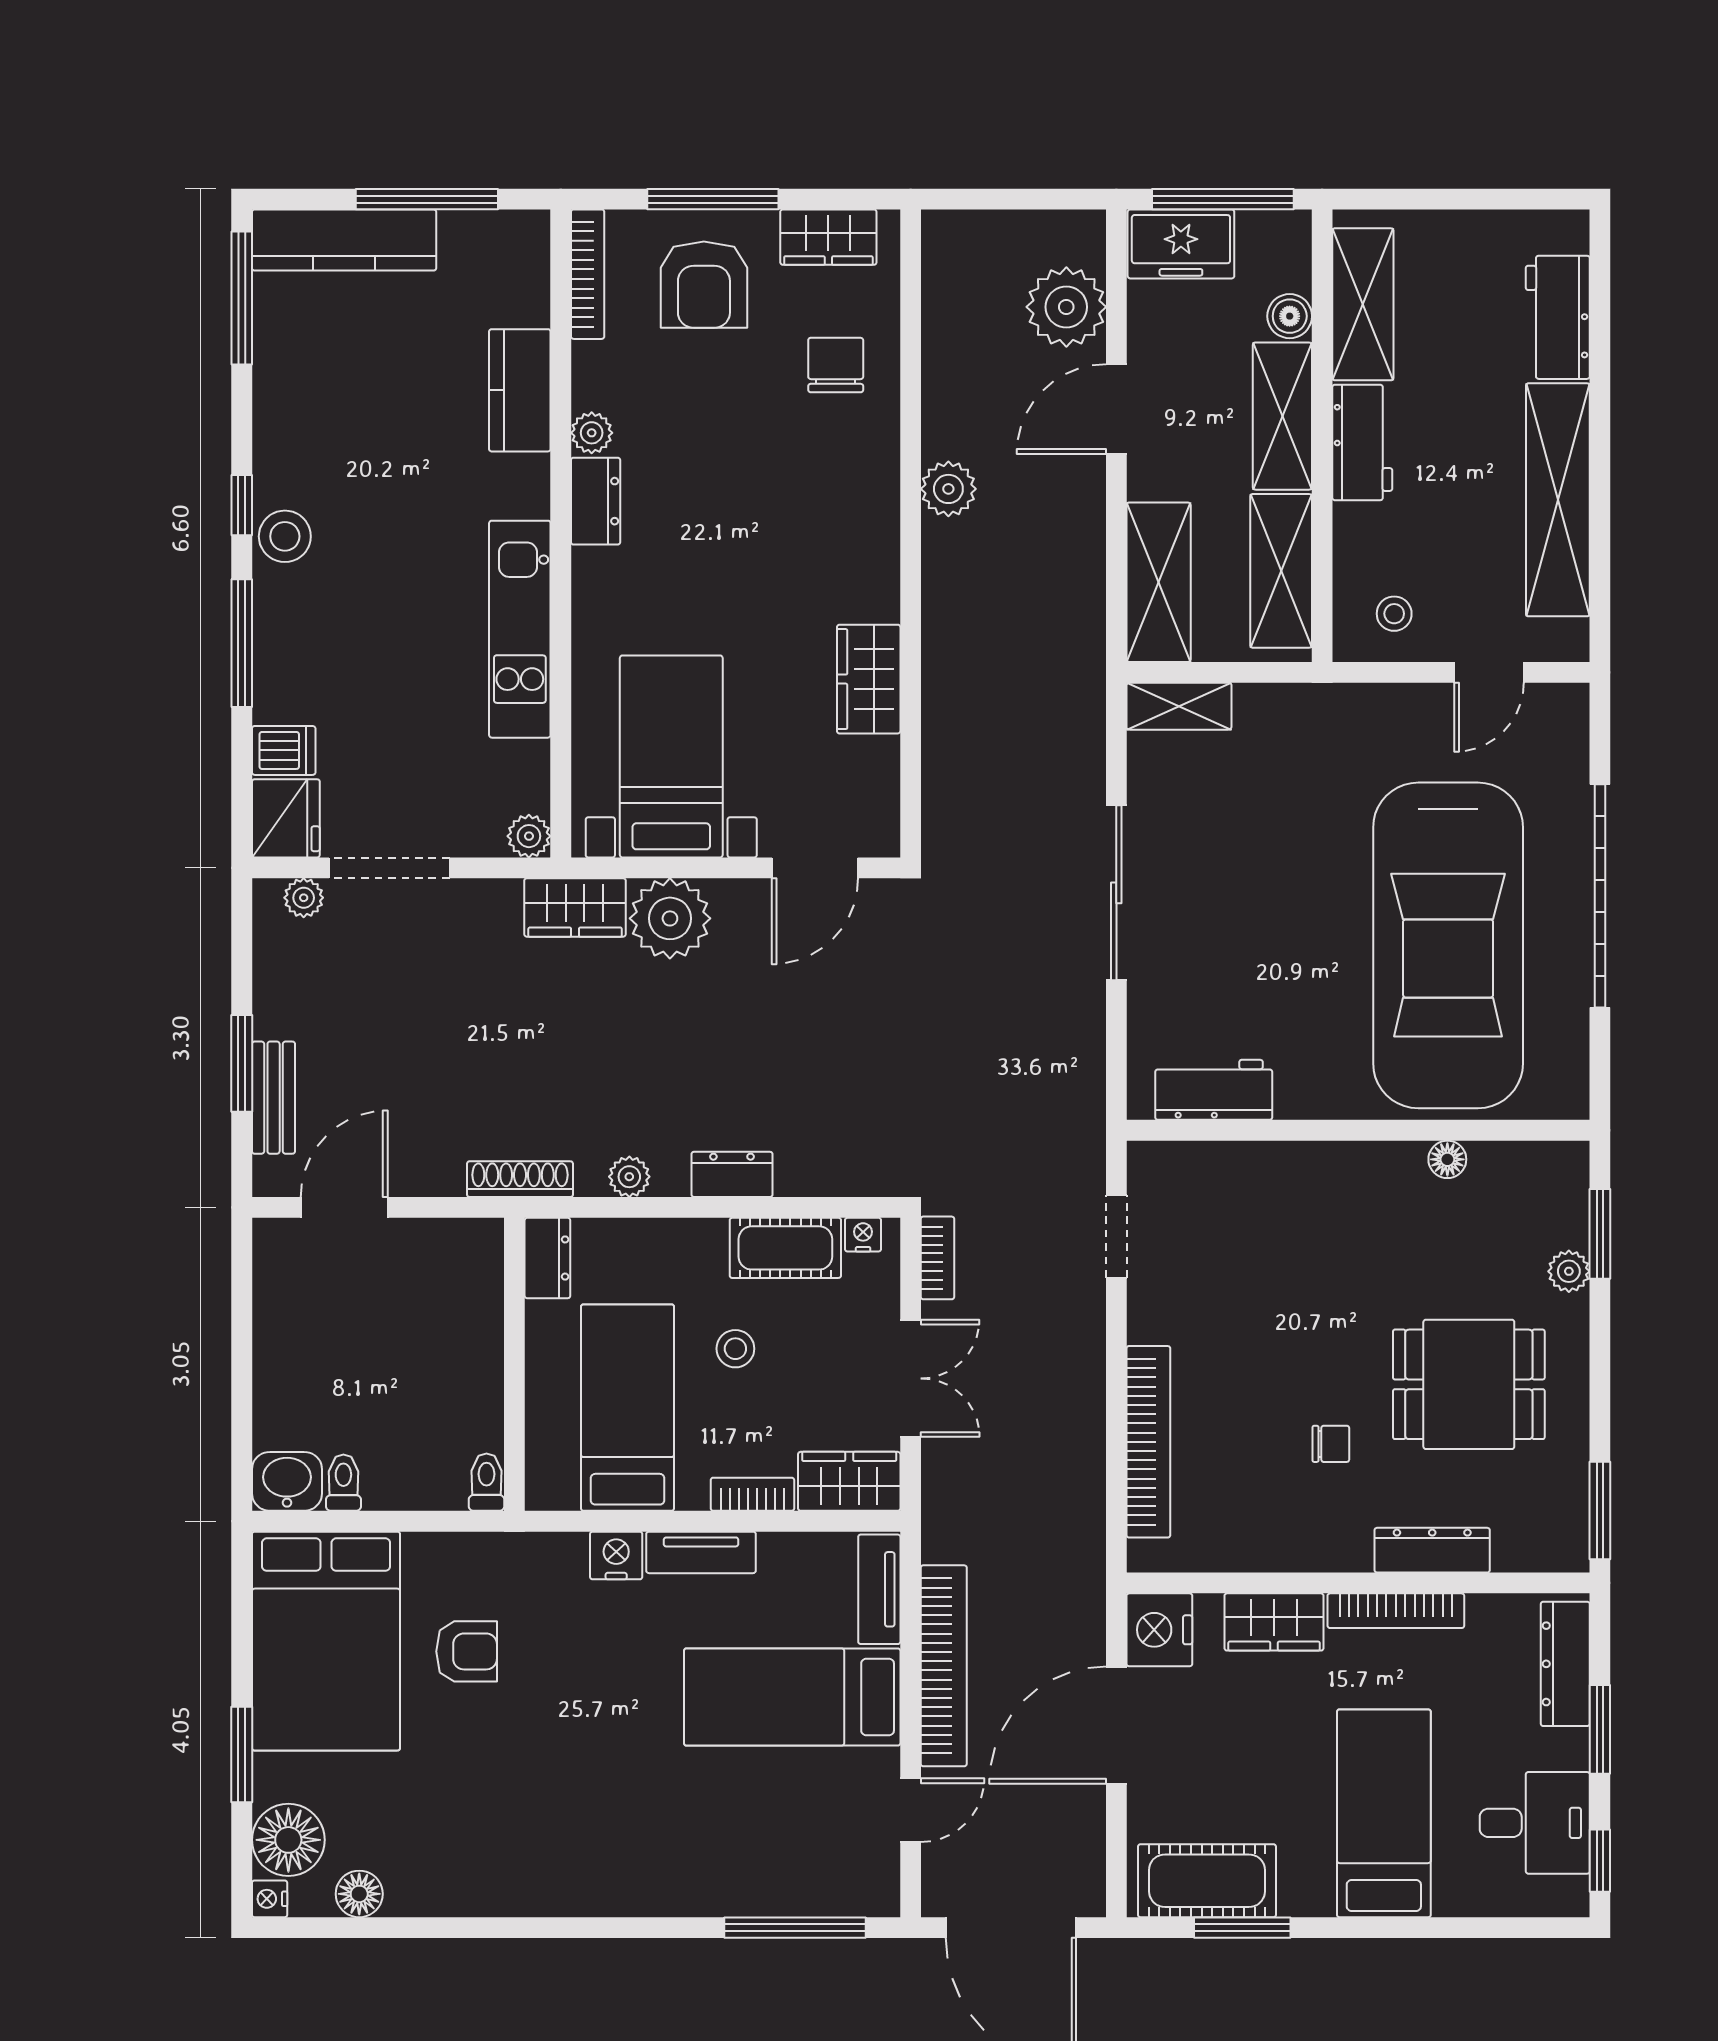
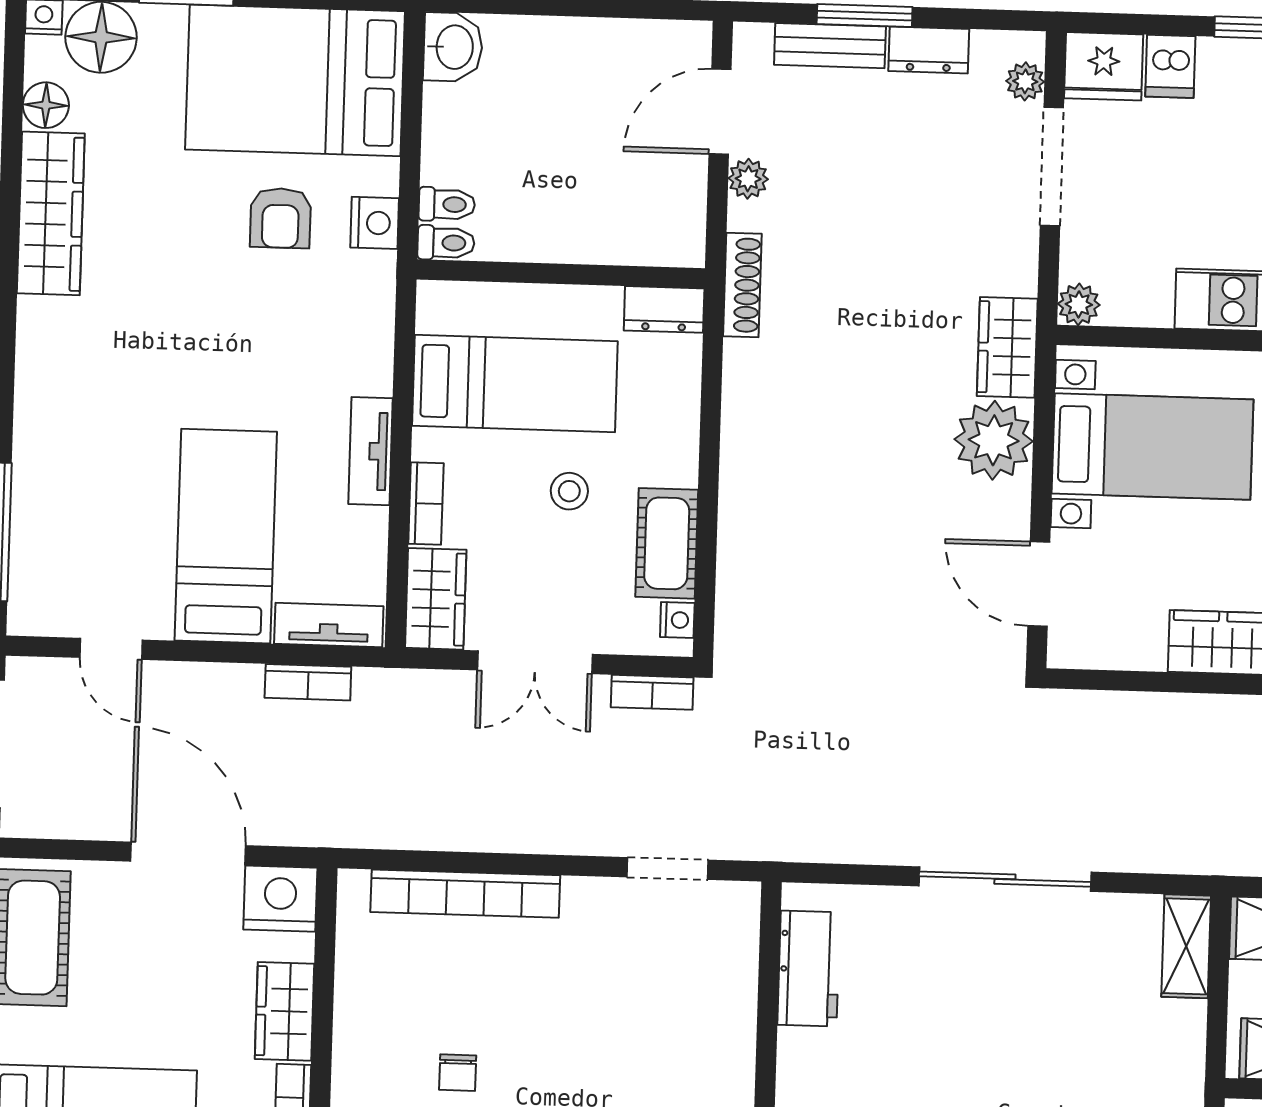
dresser: (732, 1174) -> (929, 50), moved, turned 90
plant: (629, 1177) -> (748, 179), moved
door: (344, 1207) -> (720, 112), swing flipped
toilet: (343, 1483) -> (447, 204), moved
nightstand: (616, 1555) -> (375, 223), moved
bookcase: (944, 1666) -> (308, 682), width x0.43, depth x0.76
wardrobe: (469, 1885) -> (51, 213), added

